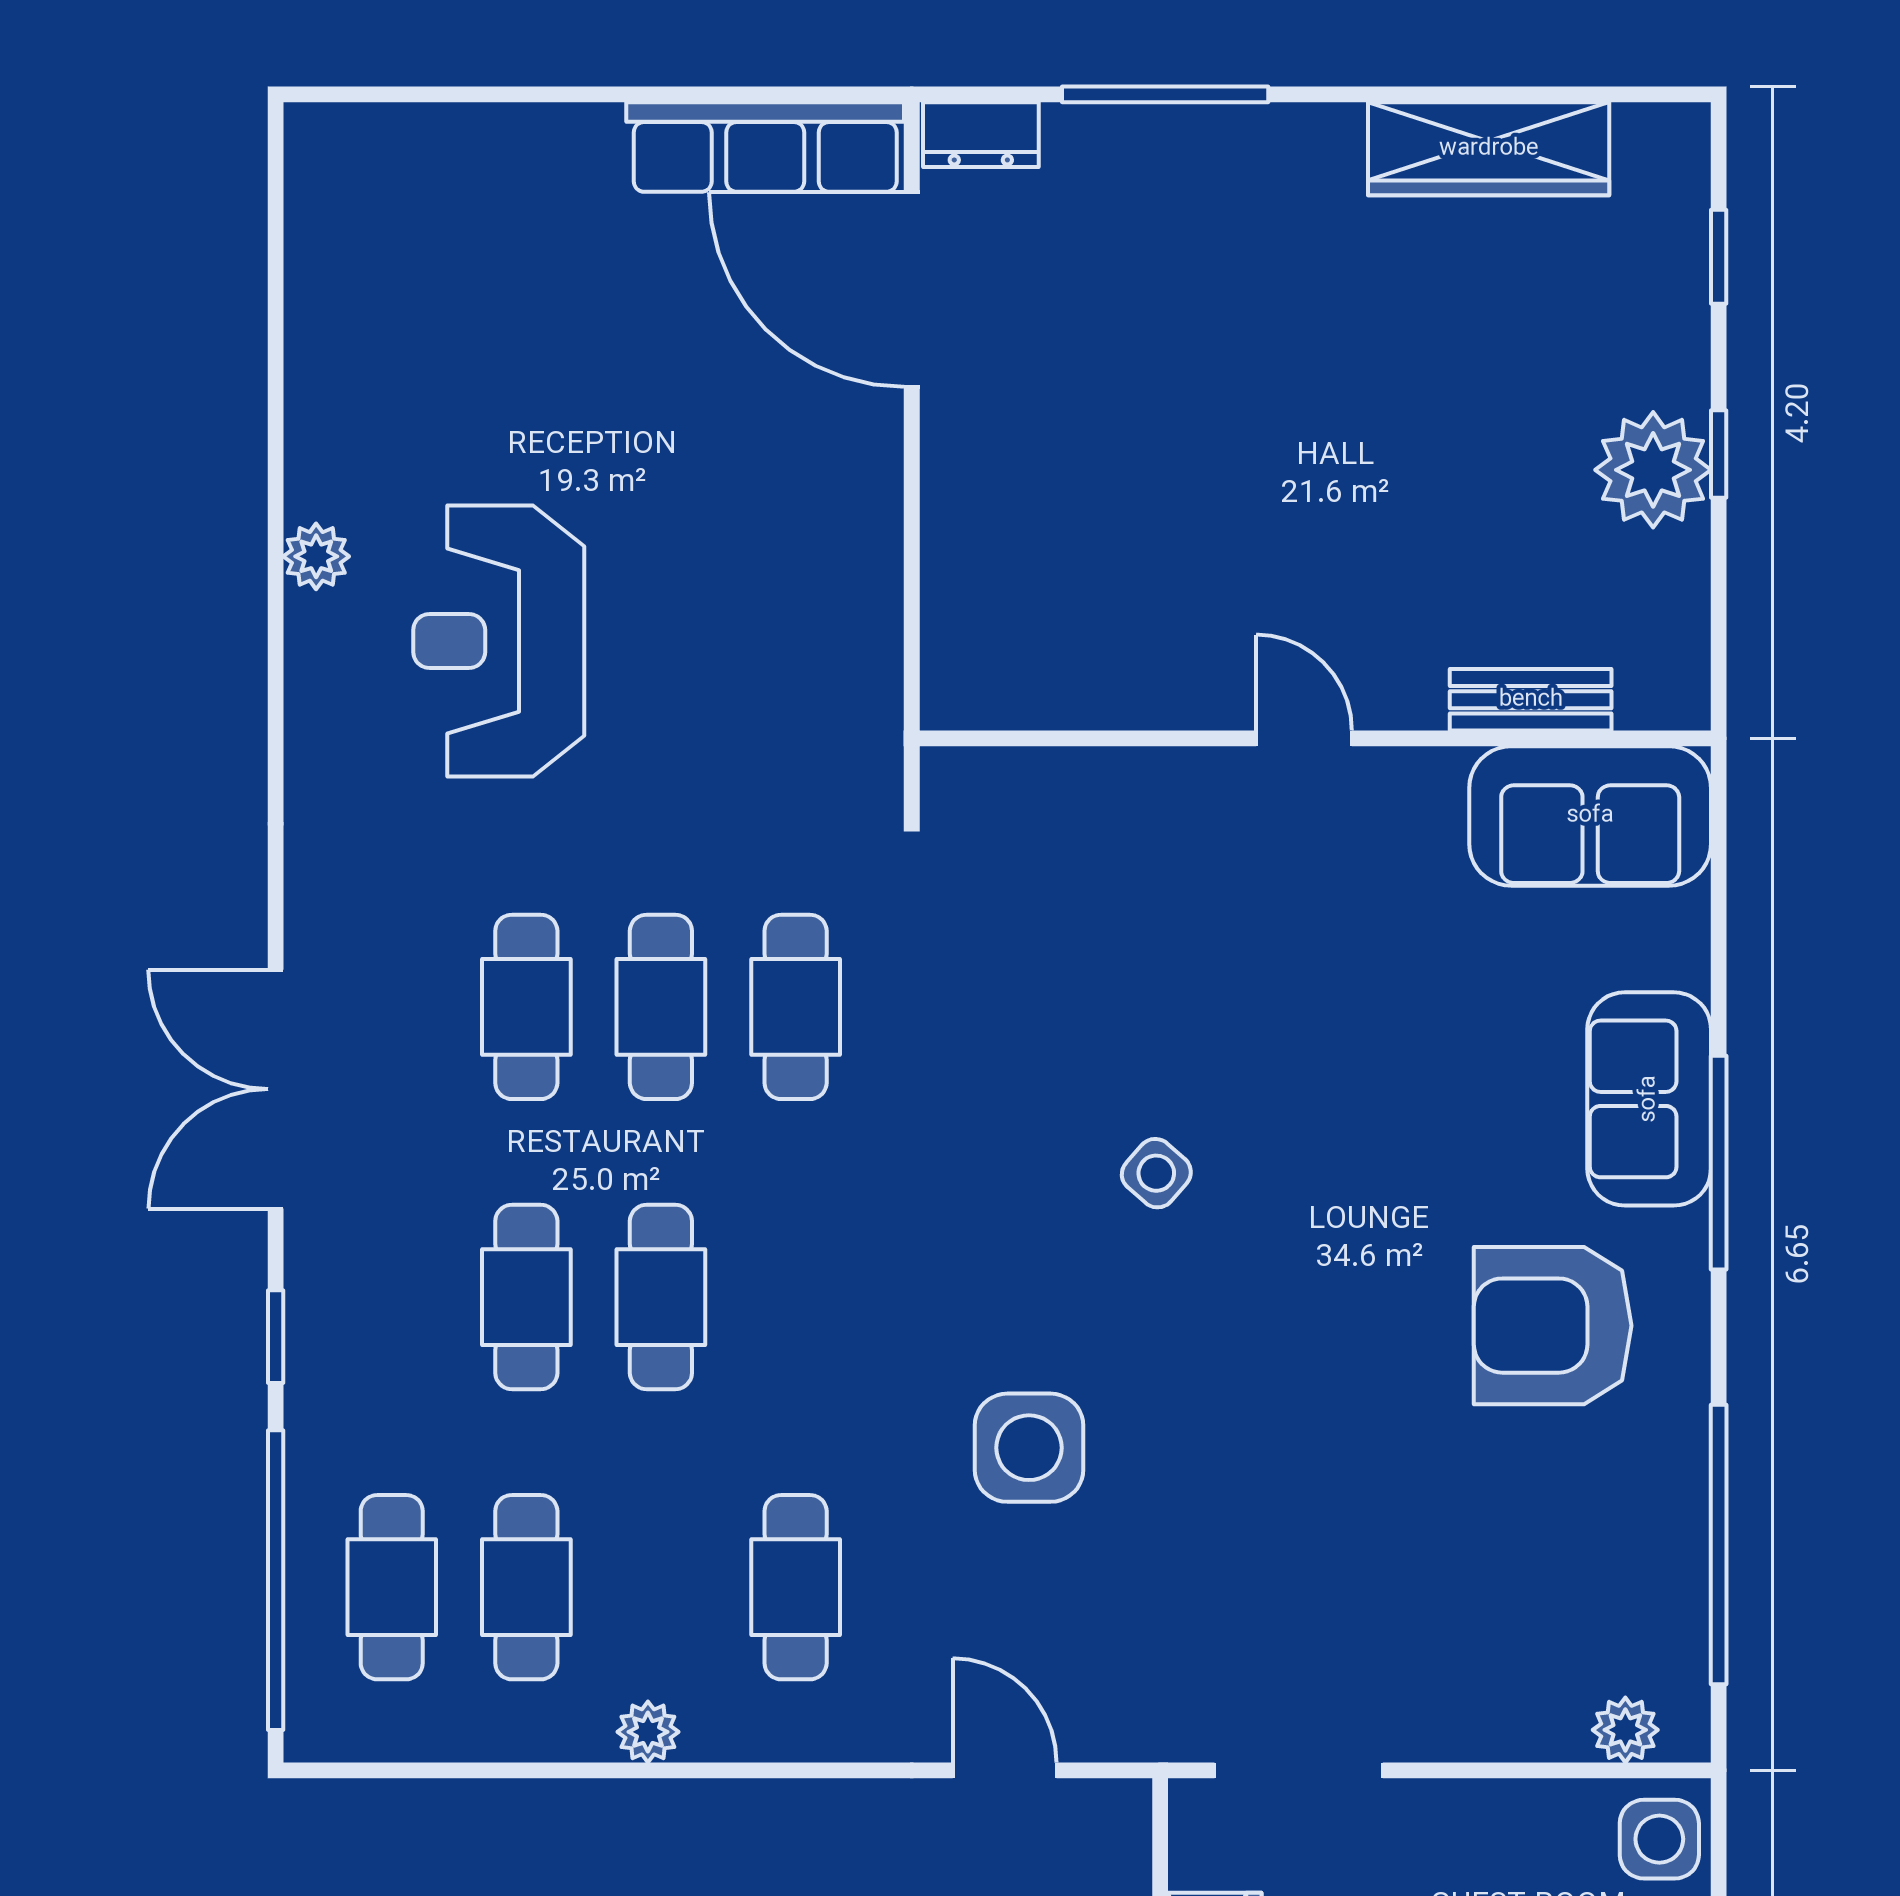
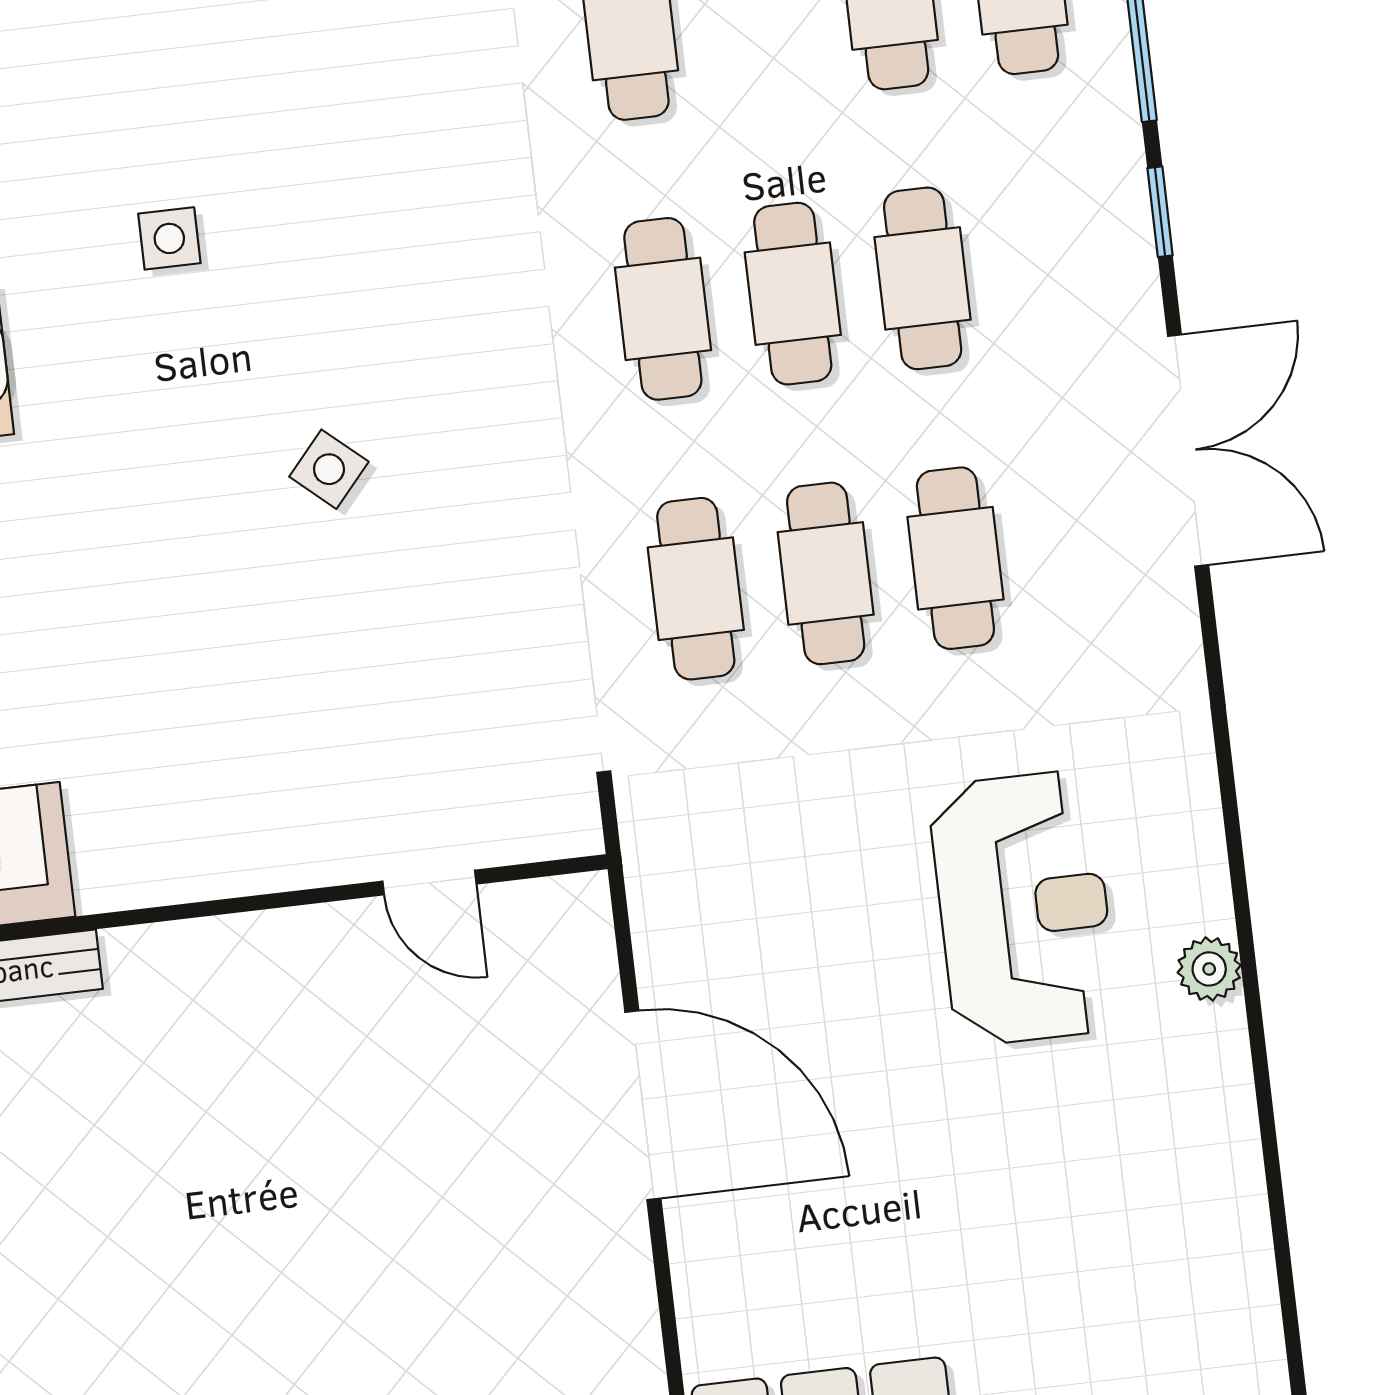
door: (912, 290) -> (643, 1105), moved
door: (1304, 738) -> (429, 883), moved
cafe table: (796, 1297) -> (663, 309), added
side table: (1029, 1448) -> (169, 238), moved, width x0.54, depth x0.54

